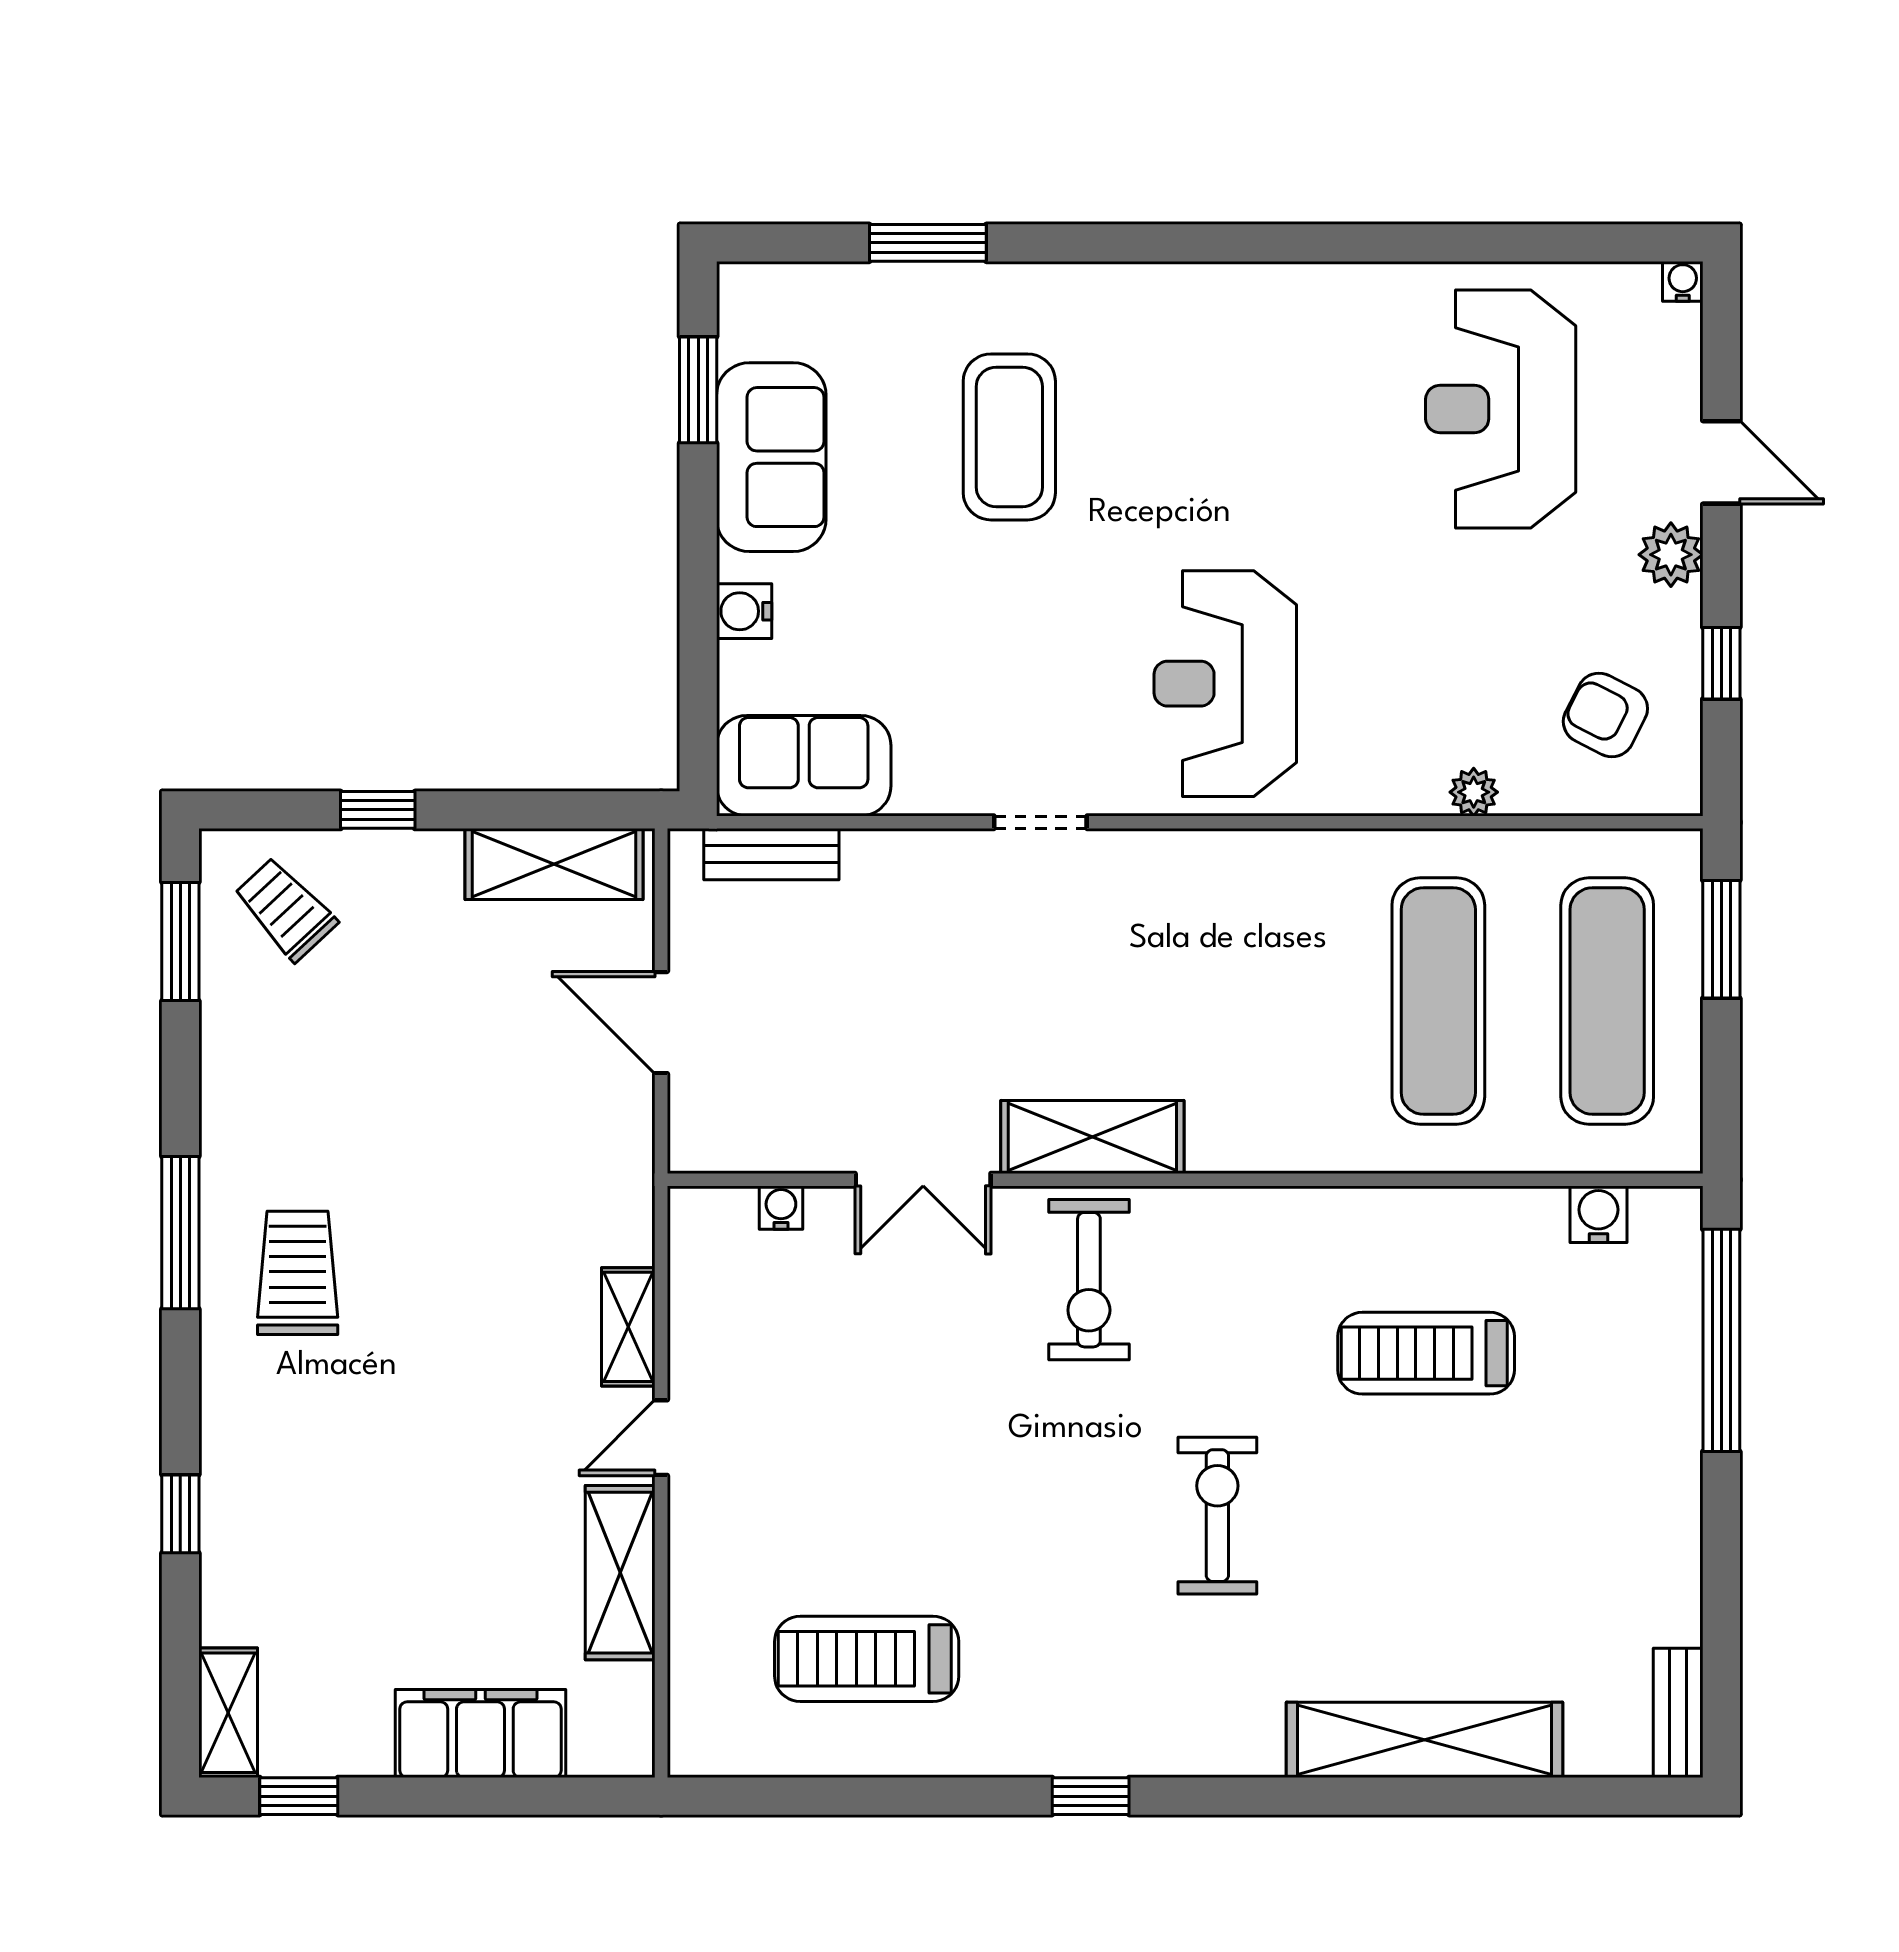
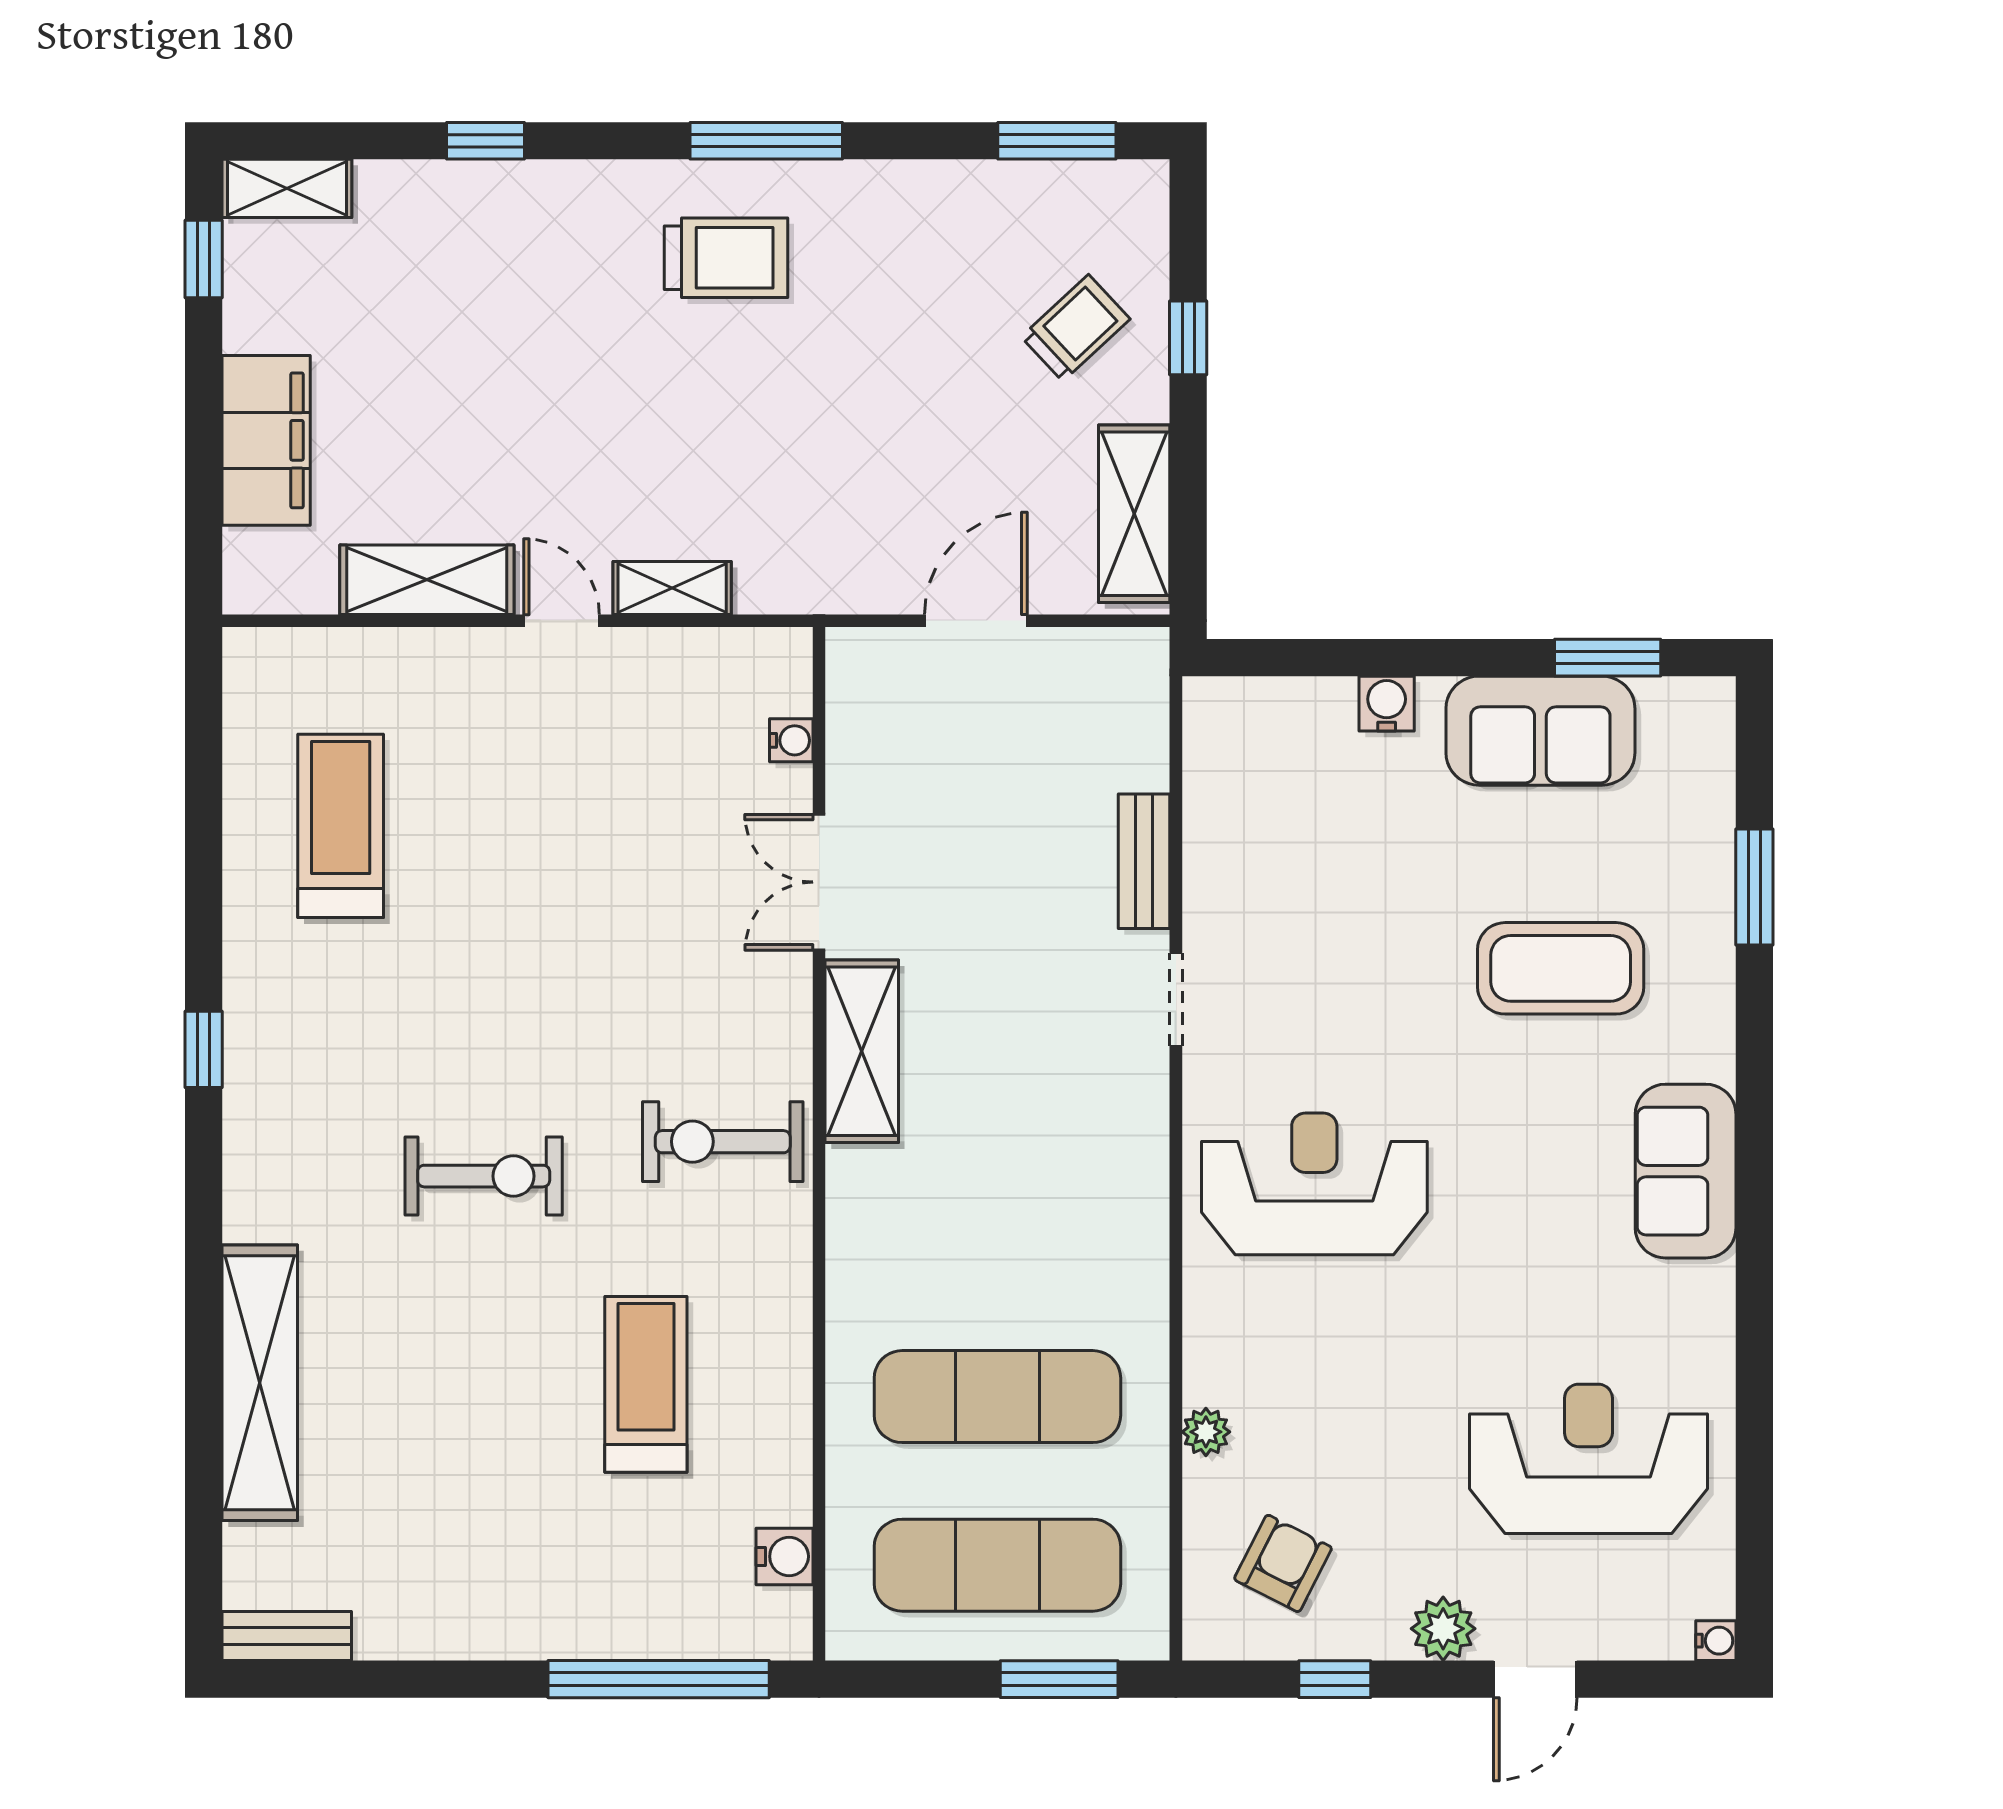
sofa: (804, 766) -> (1686, 1171), moved, turned 180
bench: (771, 854) -> (1144, 861), moved
trolley: (285, 909) -> (1076, 328), moved
exercise bike: (1089, 1280) -> (723, 1142), moved

